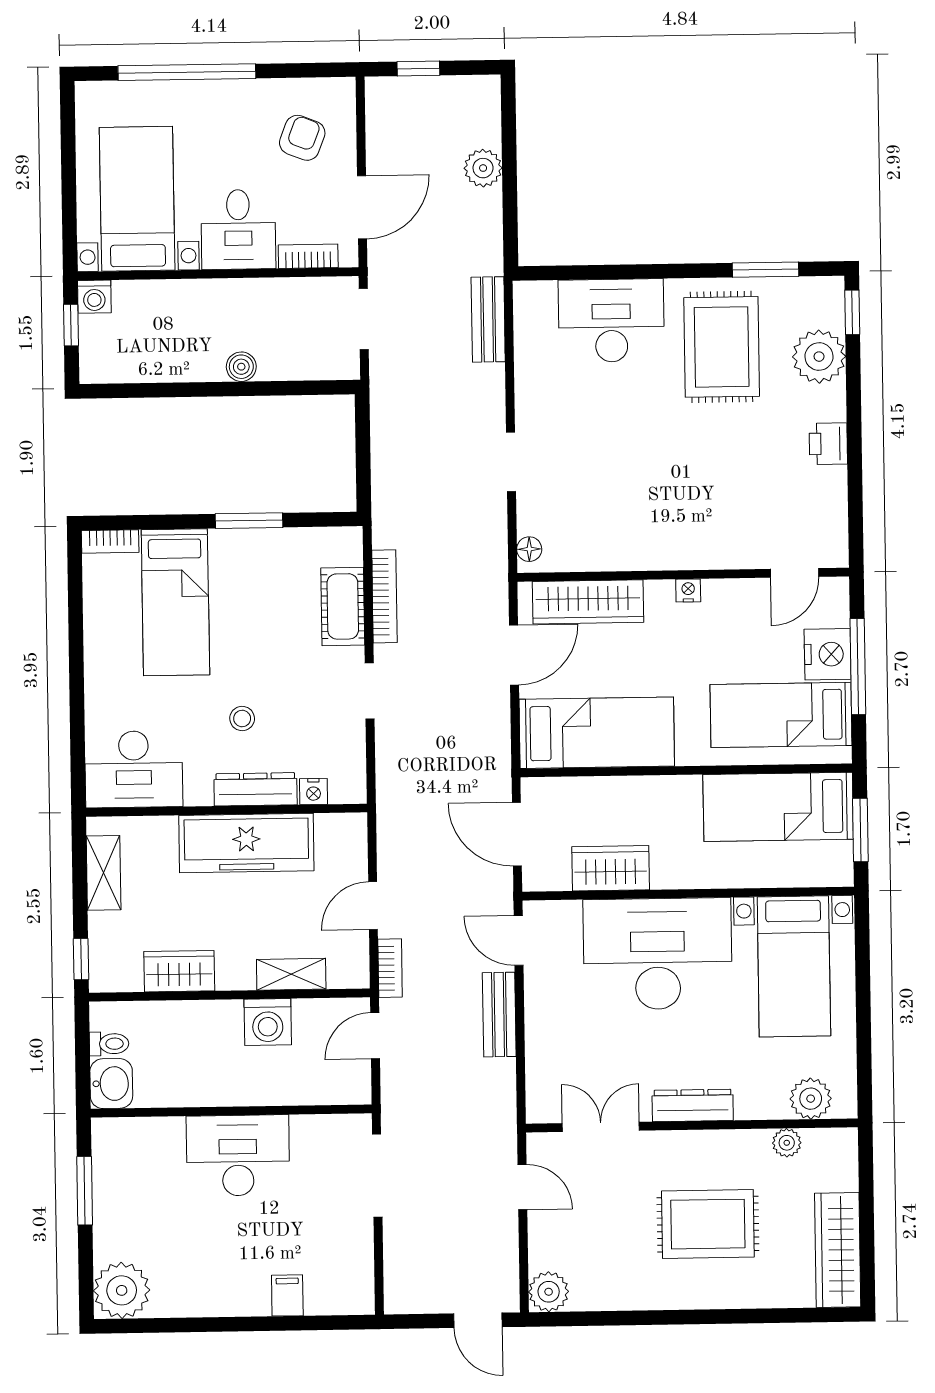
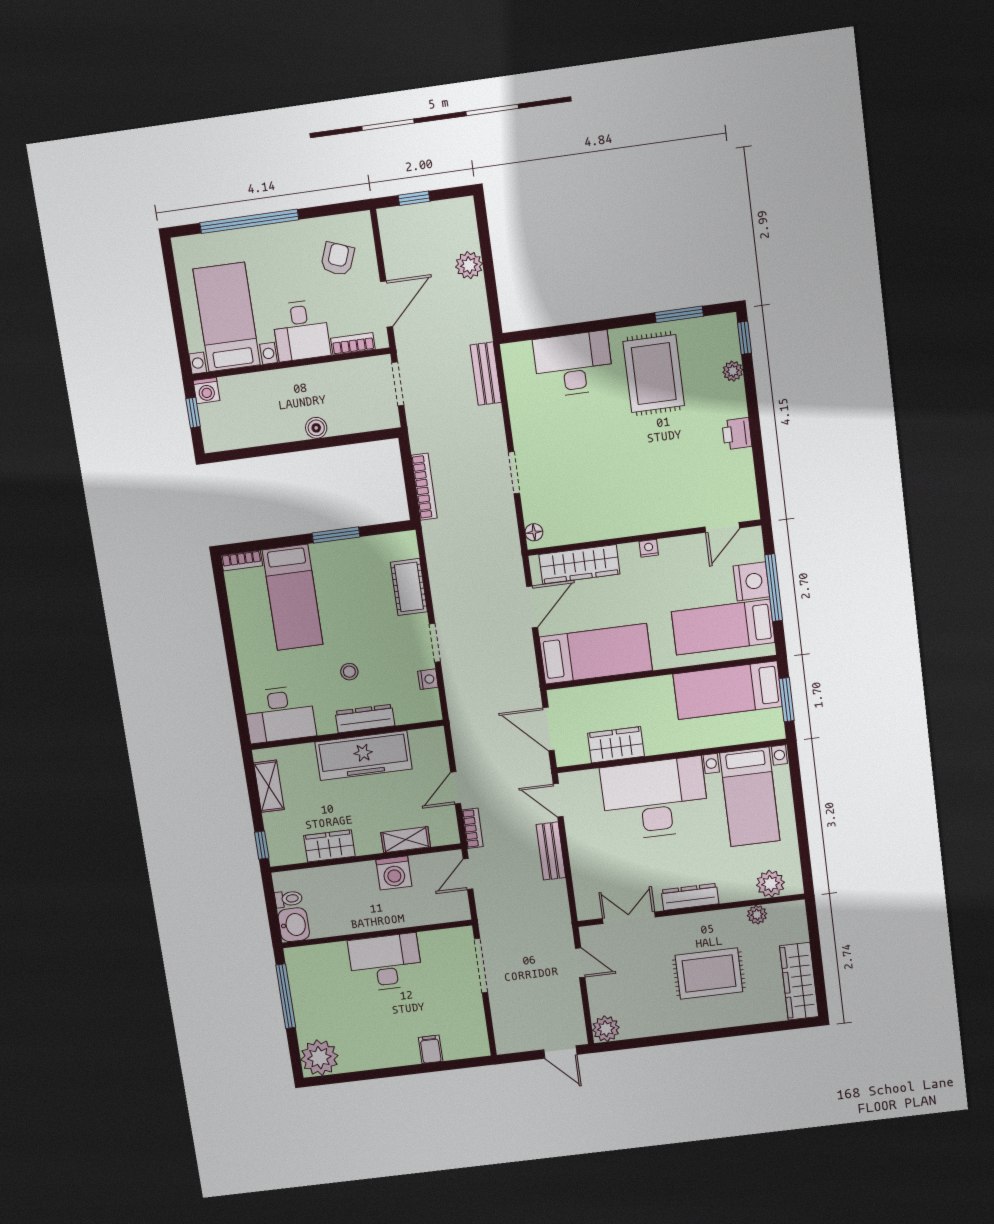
plant: (819, 357) -> (733, 371), width x0.53, depth x0.53
bookcase: (384, 596) -> (424, 487), moved
nightstand: (313, 792) -> (428, 679), moved, turned -90
window: (85, 1191) -> (286, 996), width x1.44

